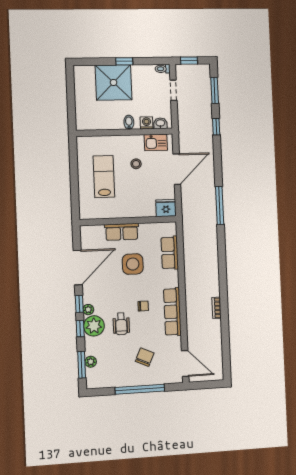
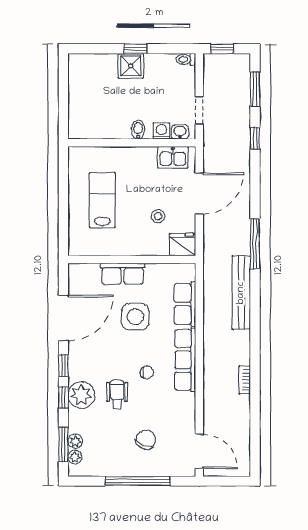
shower: (114, 82) -> (131, 66), width x0.54, depth x0.54
doorway: (173, 90) -> (199, 110), moved
stool: (136, 164) -> (158, 216), moved
bench: (211, 242) -> (241, 293), added
plant: (88, 310) -> (75, 457), moved
row of seats: (172, 312) -> (185, 360), moved
wheelchair: (121, 324) -> (117, 394), turned 180

